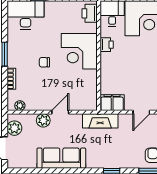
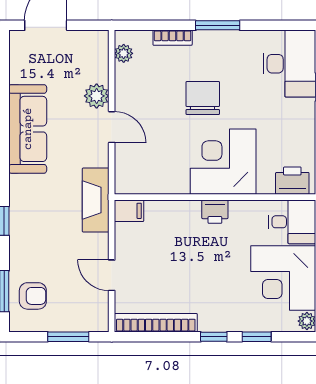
printer: (107, 45) -> (215, 212), moved
chair: (44, 62) -> (203, 98), width x1.87, depth x1.87
filing cabinet: (112, 103) -> (129, 211), width x0.50
plant: (14, 128) -> (83, 43), removed

